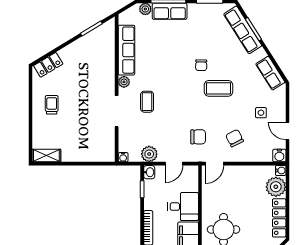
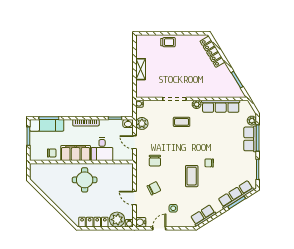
locker: (48, 65) -> (212, 52), width x1.53
trolley: (52, 105) -> (168, 42), moved
shelving: (46, 156) -> (141, 69), moved
door: (214, 164) -> (135, 198), moved

